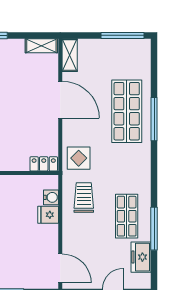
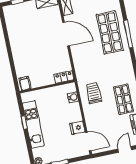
display table: (79, 158) -> (85, 69), removed
fridge: (48, 215) -> (77, 128), moved

